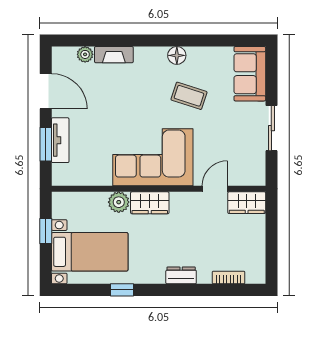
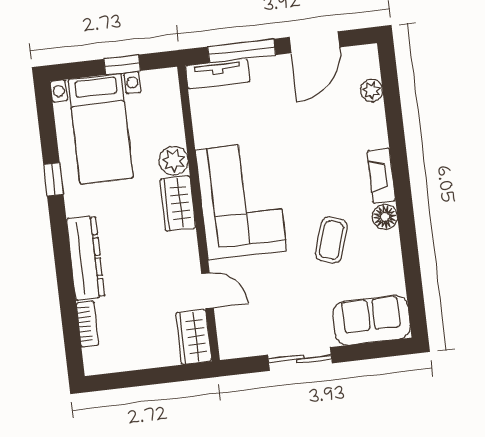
fireplace: (114, 55) -> (381, 176), moved
tv unit: (60, 140) -> (218, 74), moved
window: (46, 144) -> (242, 51), width x1.44
dresser: (181, 275) -> (86, 258), width x1.96, depth x1.24

